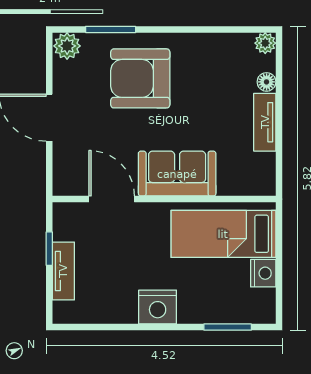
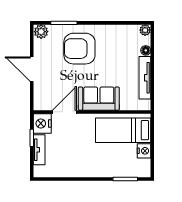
tv unit: (265, 122) -> (145, 78), width x1.41
door: (112, 199) -> (64, 112), hinge flipped
nightstand: (158, 307) -> (42, 124), moved, turned 90

